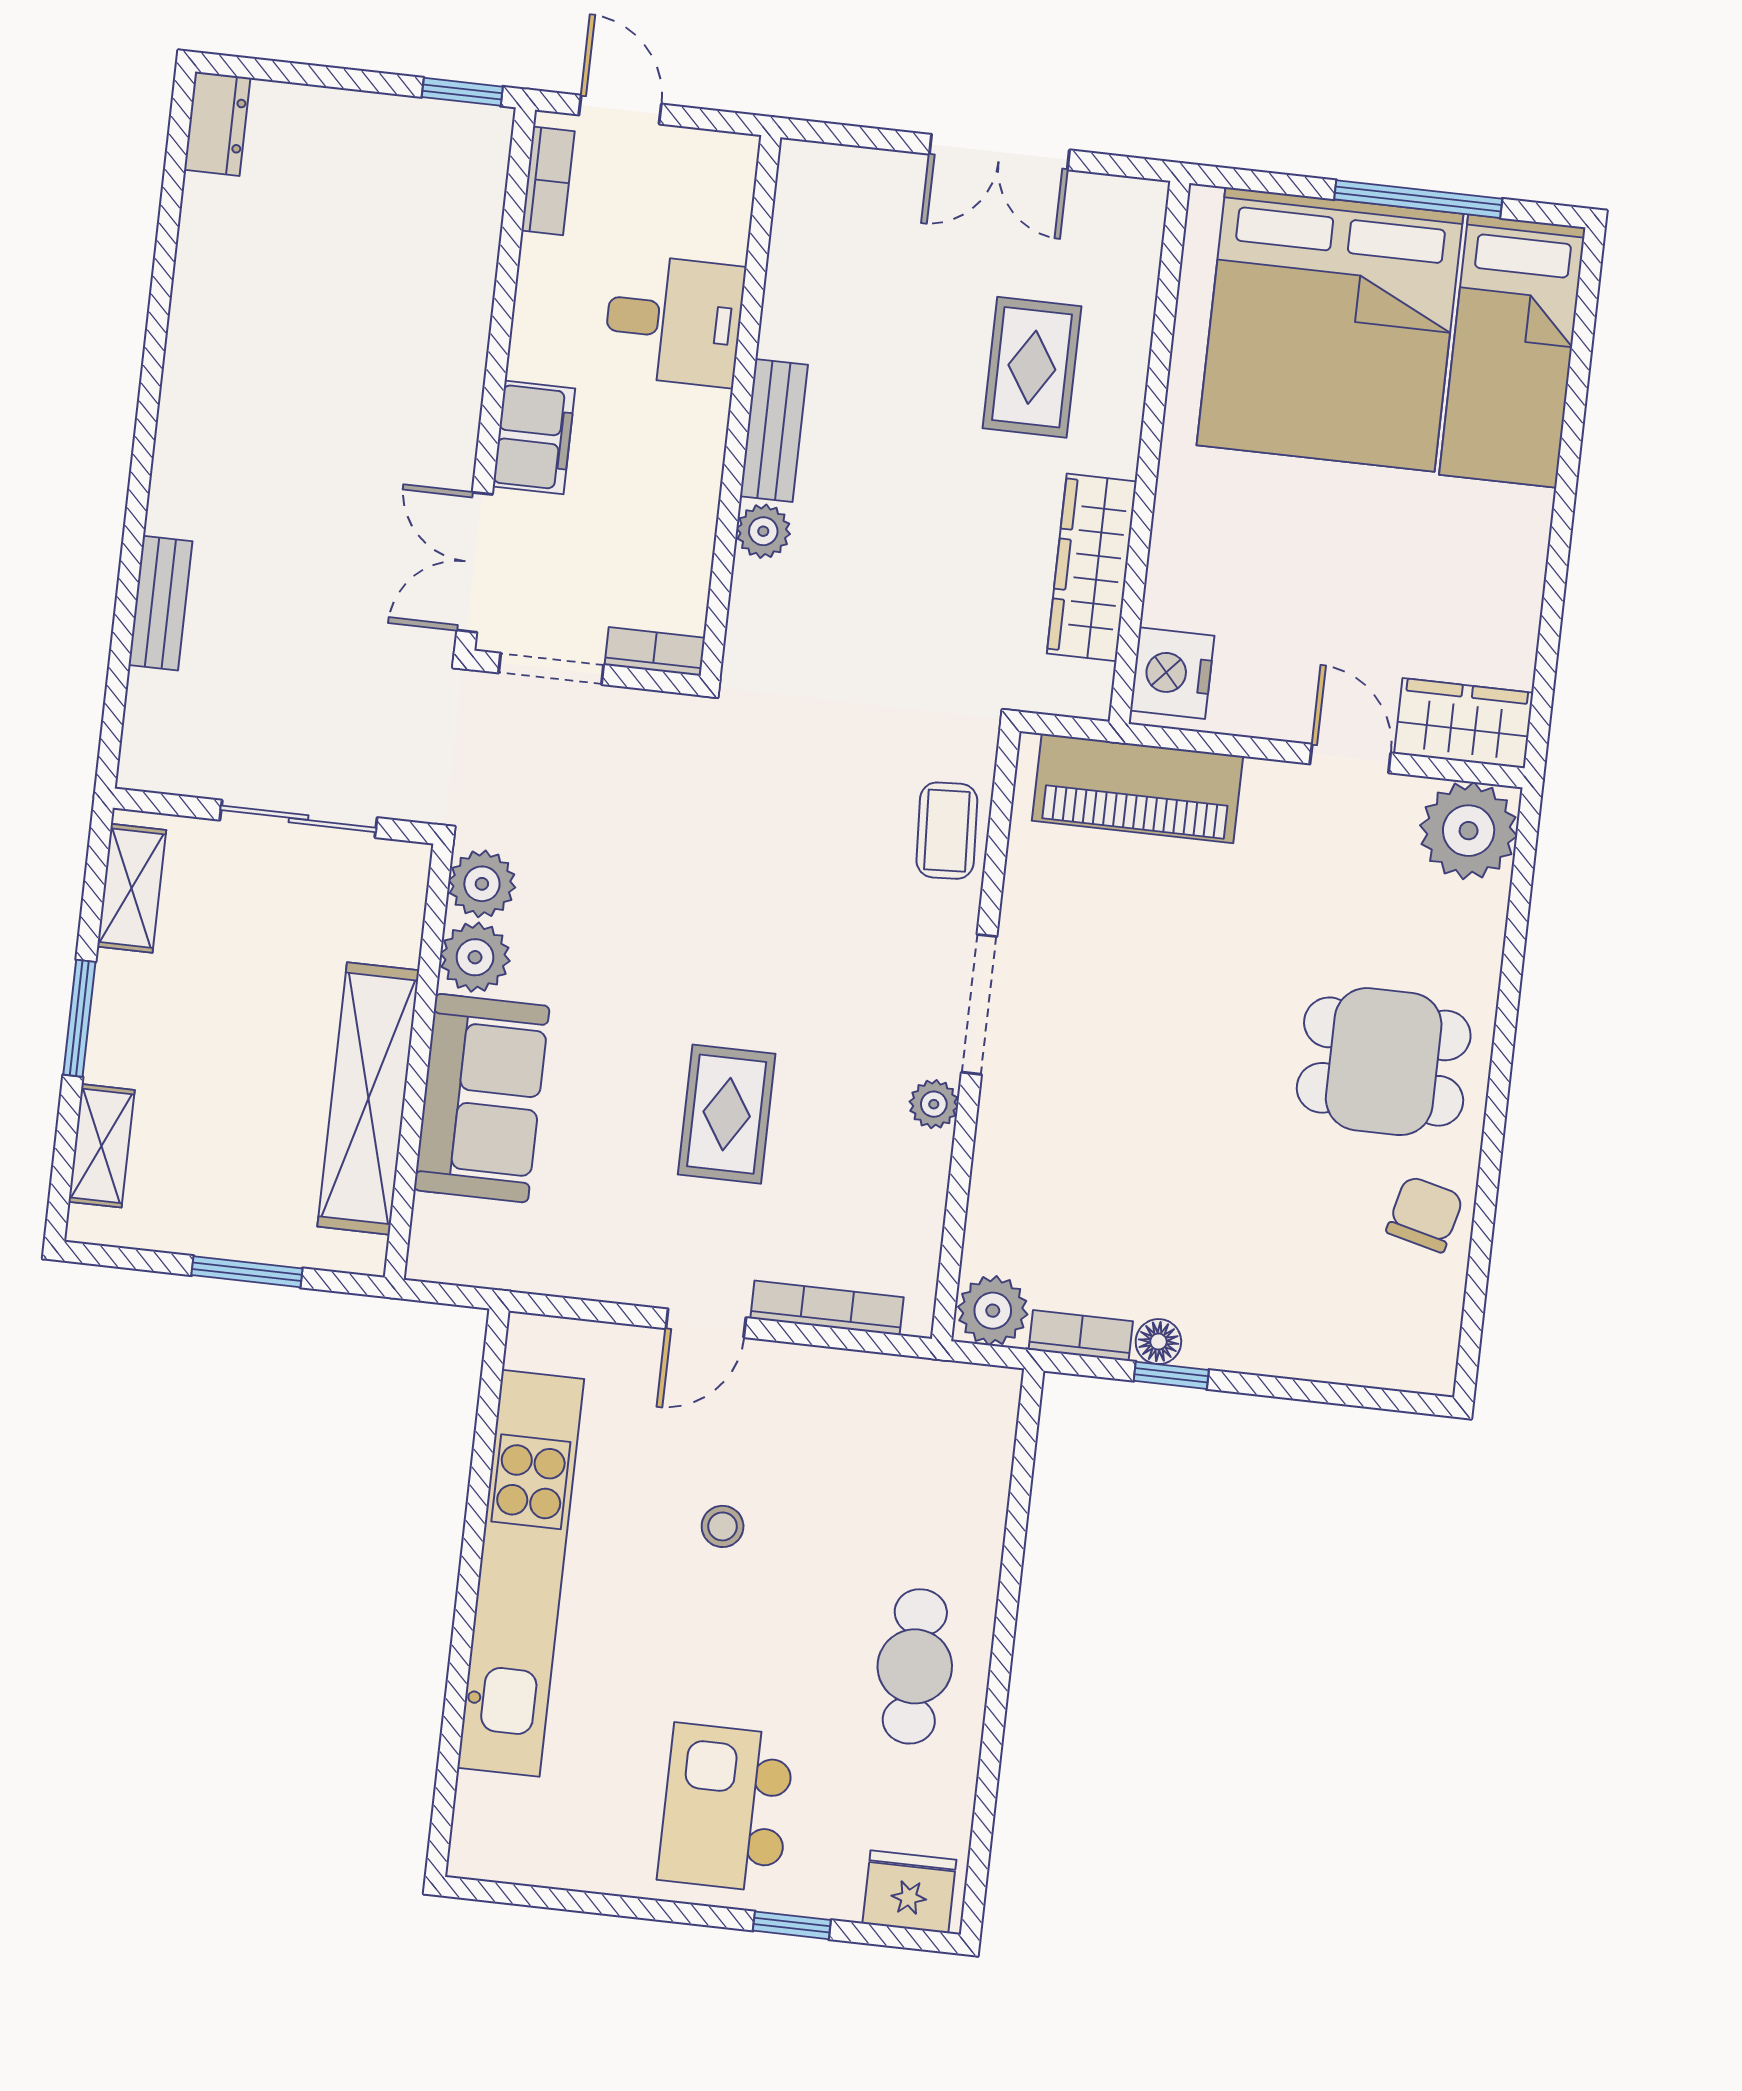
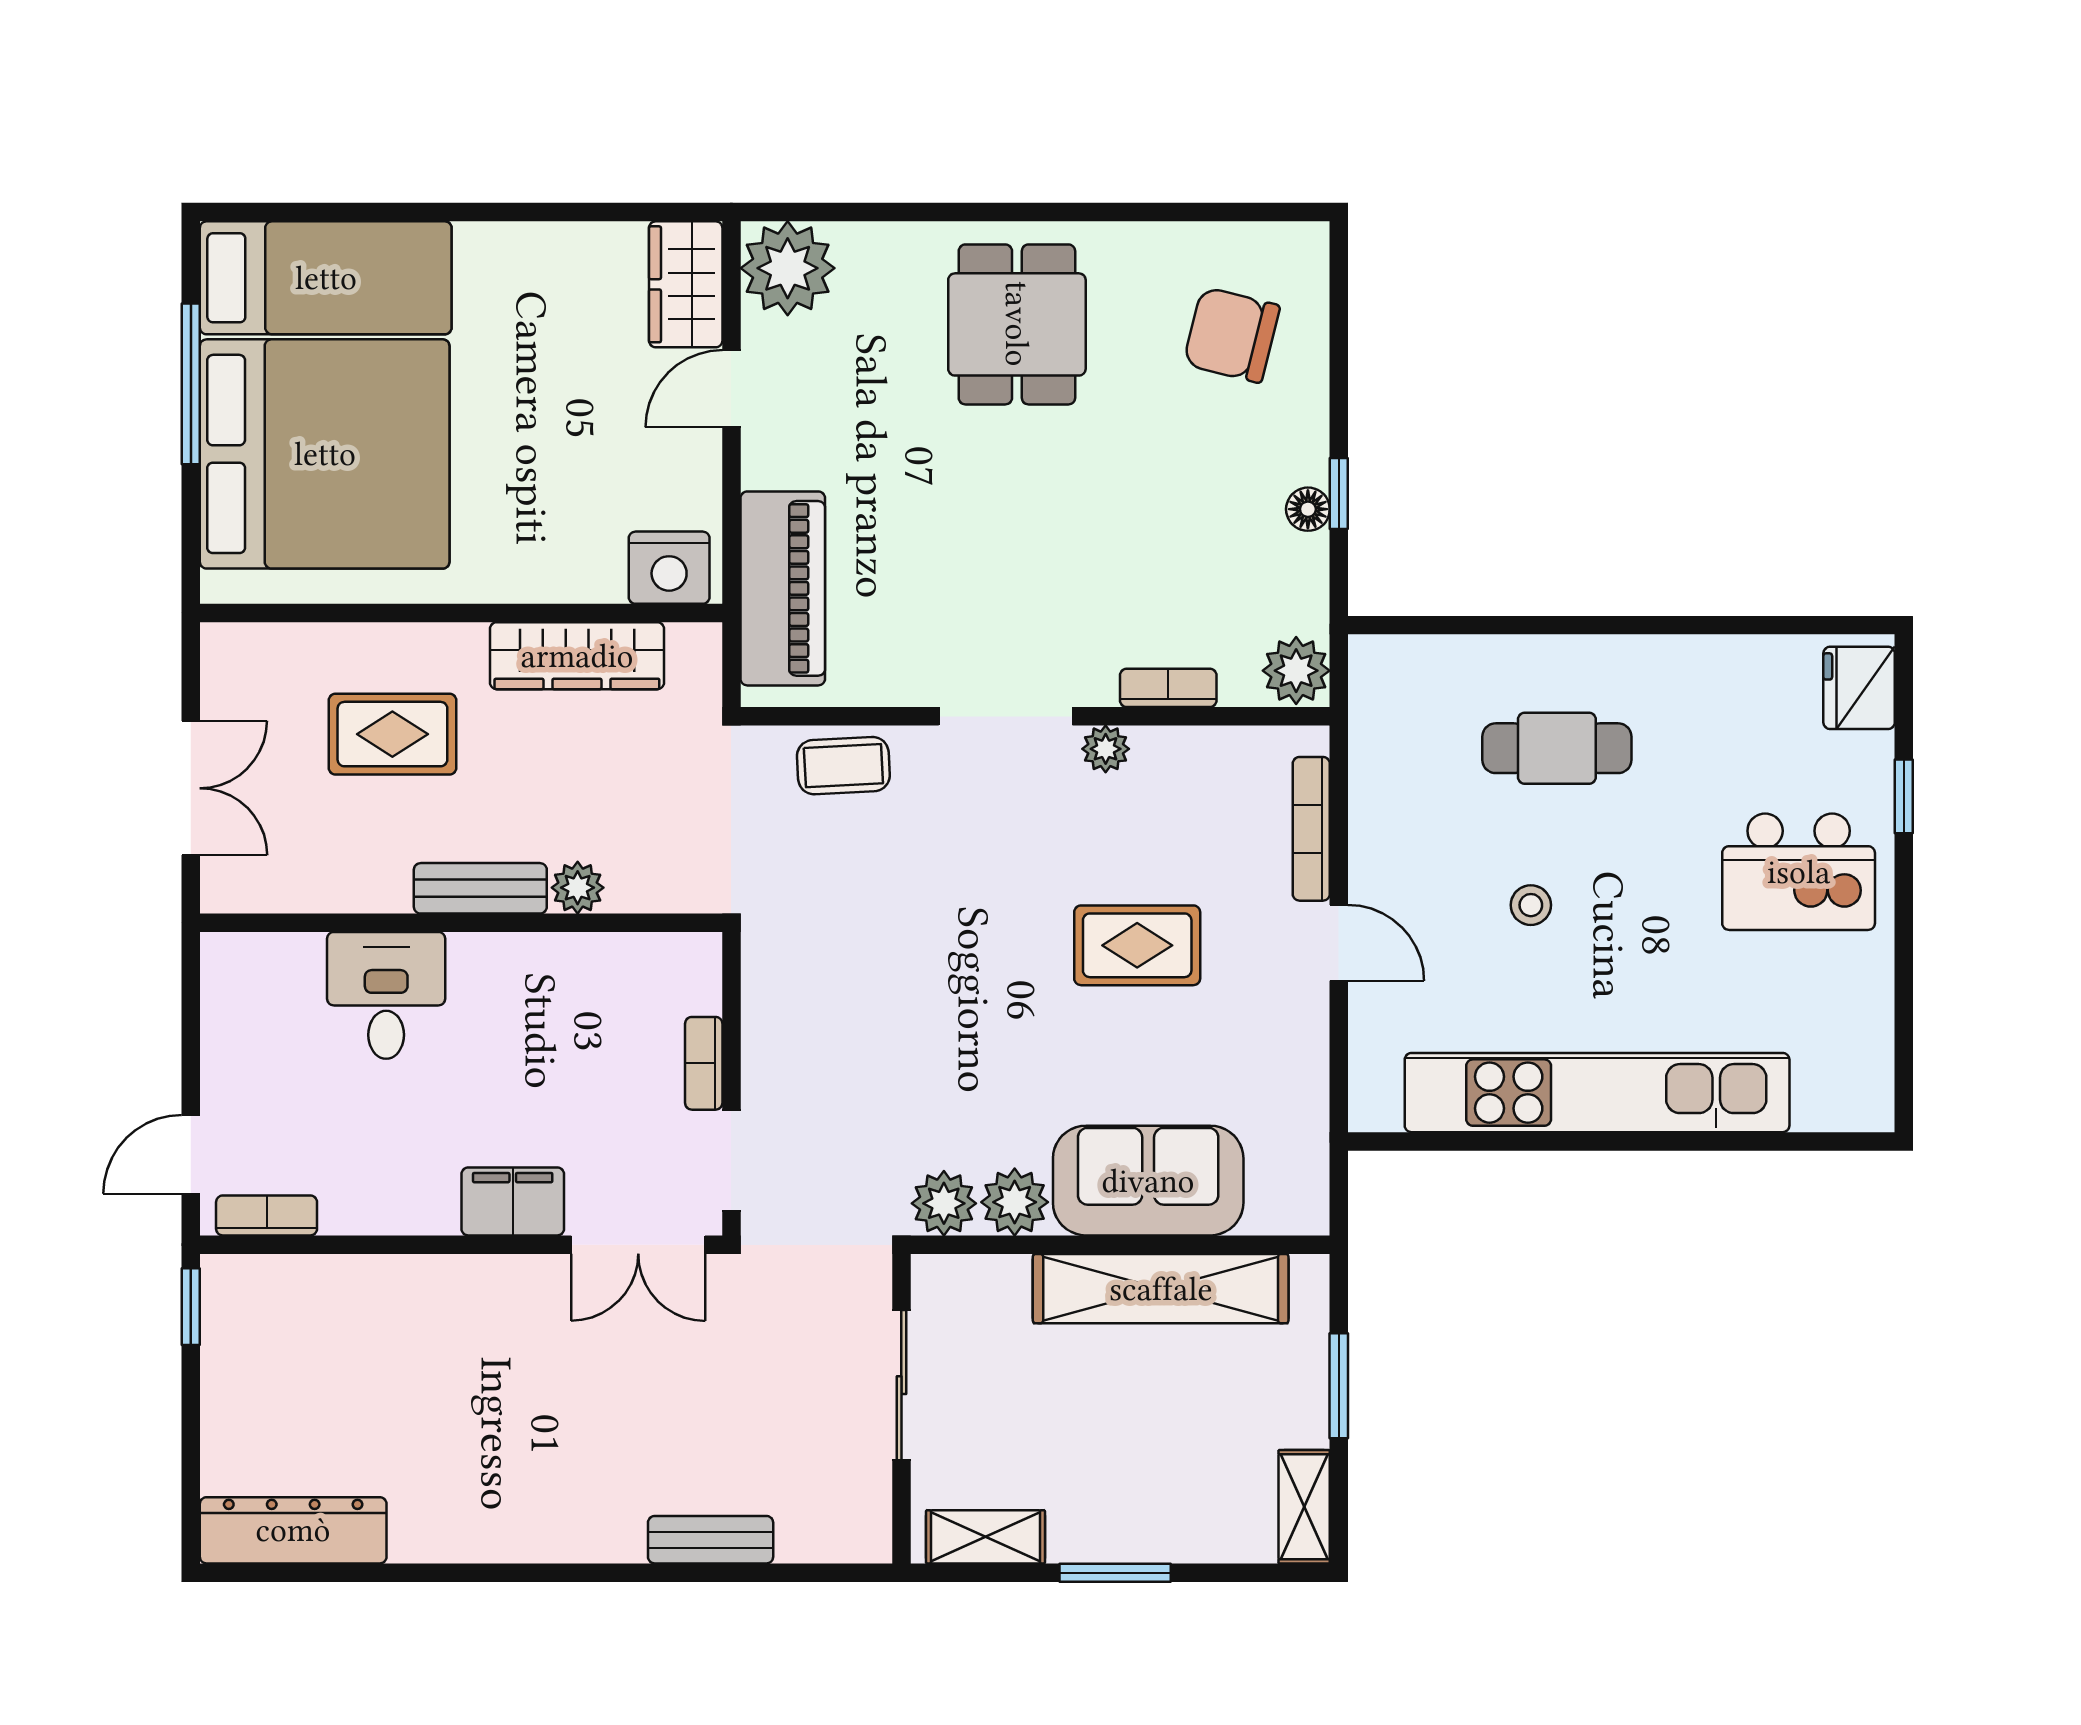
dresser: (217, 124) -> (293, 1530), width x1.96, depth x1.24
desk: (674, 320) -> (386, 995), moved
wall: (740, 407) -> (461, 923), moved
bench: (774, 430) -> (480, 888), moved
plant: (763, 531) -> (578, 888), moved
shelving: (101, 1146) -> (1304, 1507), moved, turned 90
chair: (1425, 1214) -> (1232, 335), moved, width x1.37, depth x1.37
bookcase: (1081, 1336) -> (1168, 688), moved, turned 90
cafe table: (915, 1666) -> (1557, 748), moved

